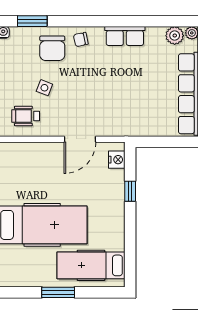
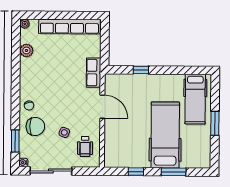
row of seats: (125, 36) -> (94, 73), moved, turned 180
plant: (175, 36) -> (26, 50), moved
nightstand: (117, 160) -> (118, 80), removed

